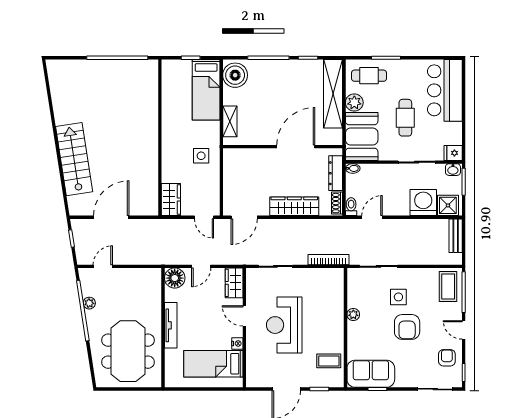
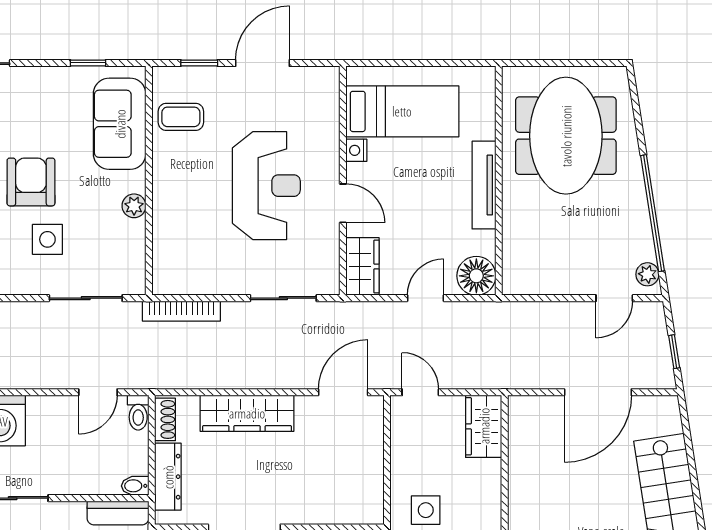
plant: (89, 303) -> (647, 274), moved
sofa: (371, 374) -> (120, 124), moved, turned 90

